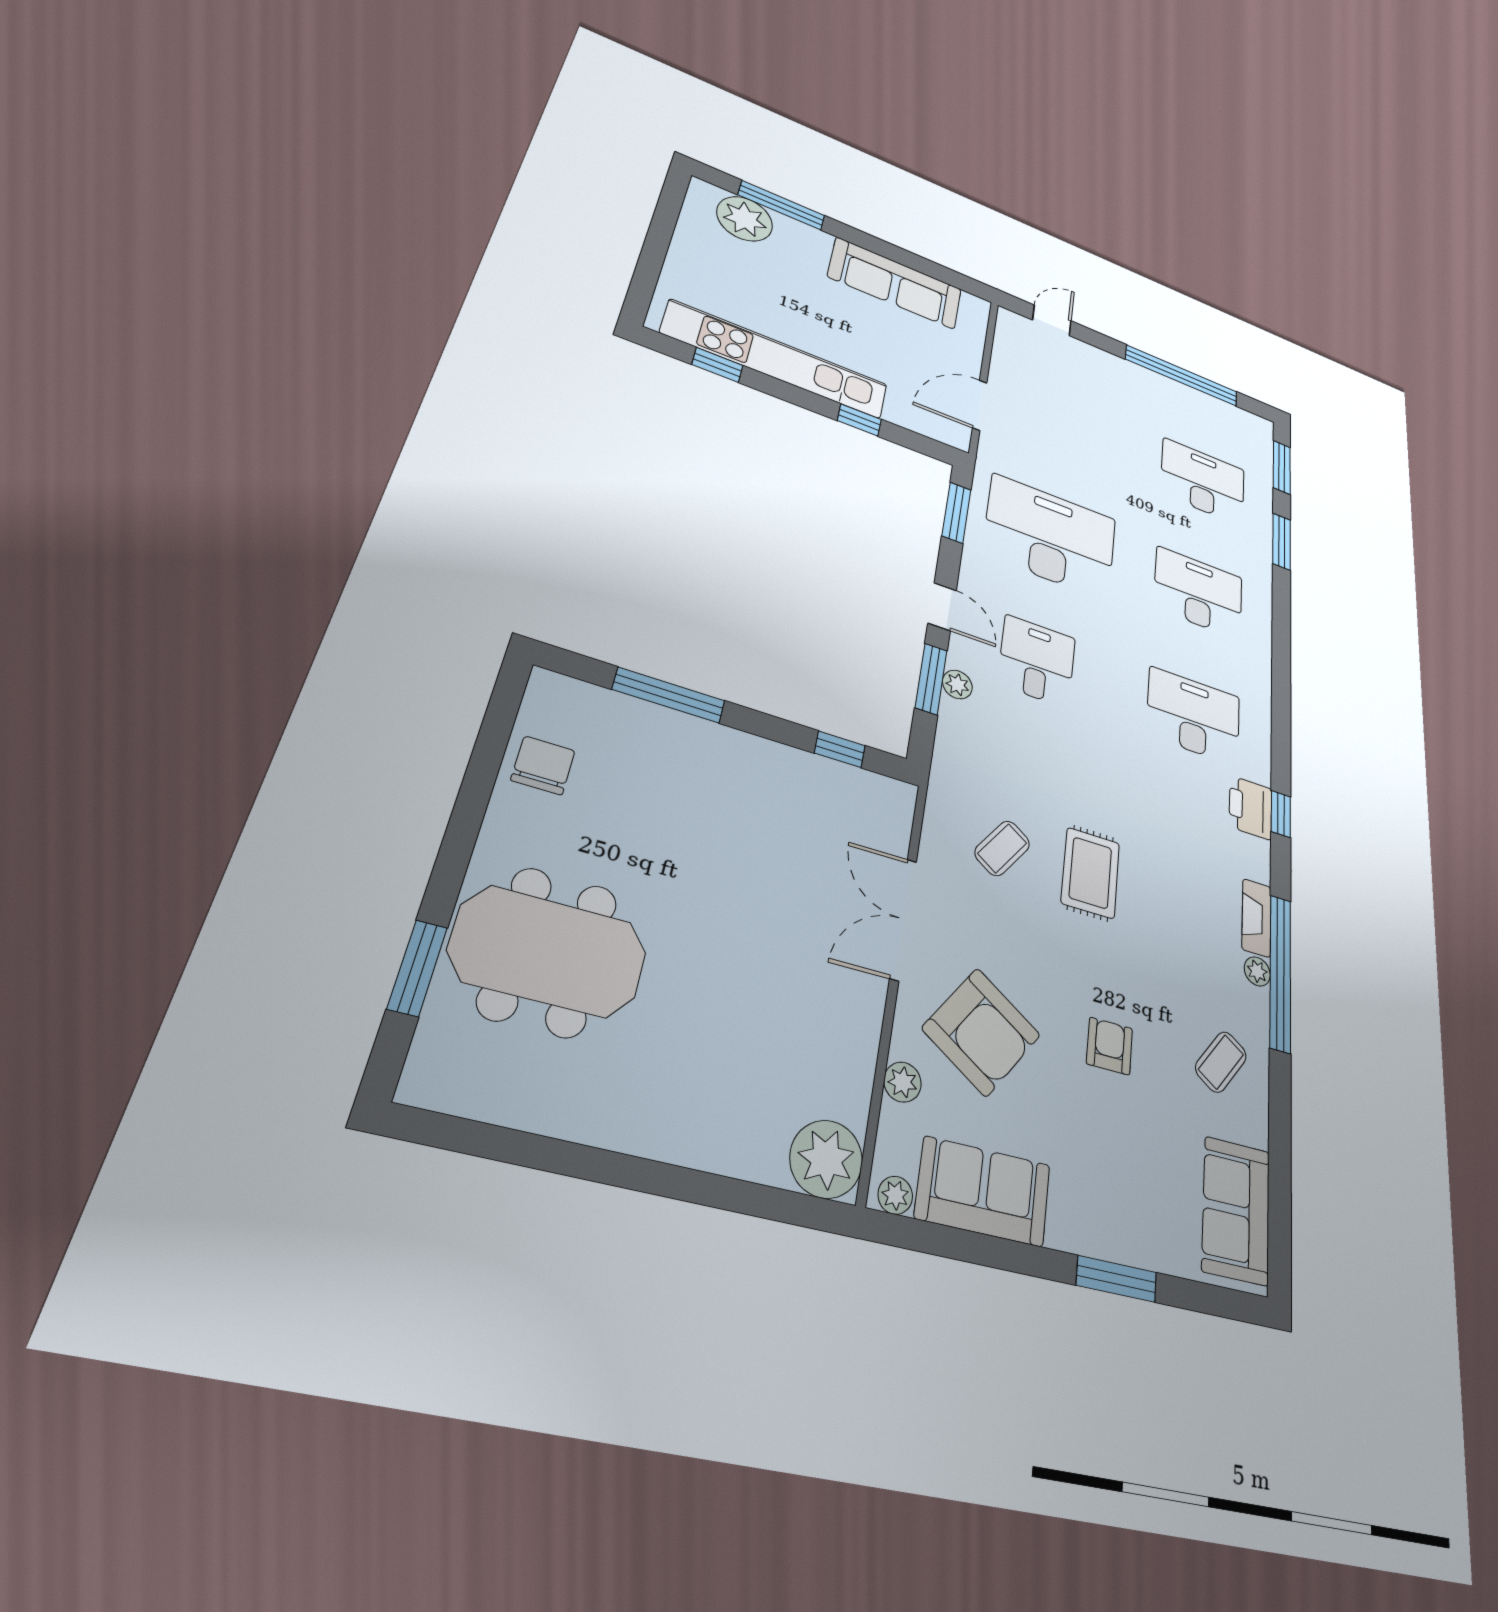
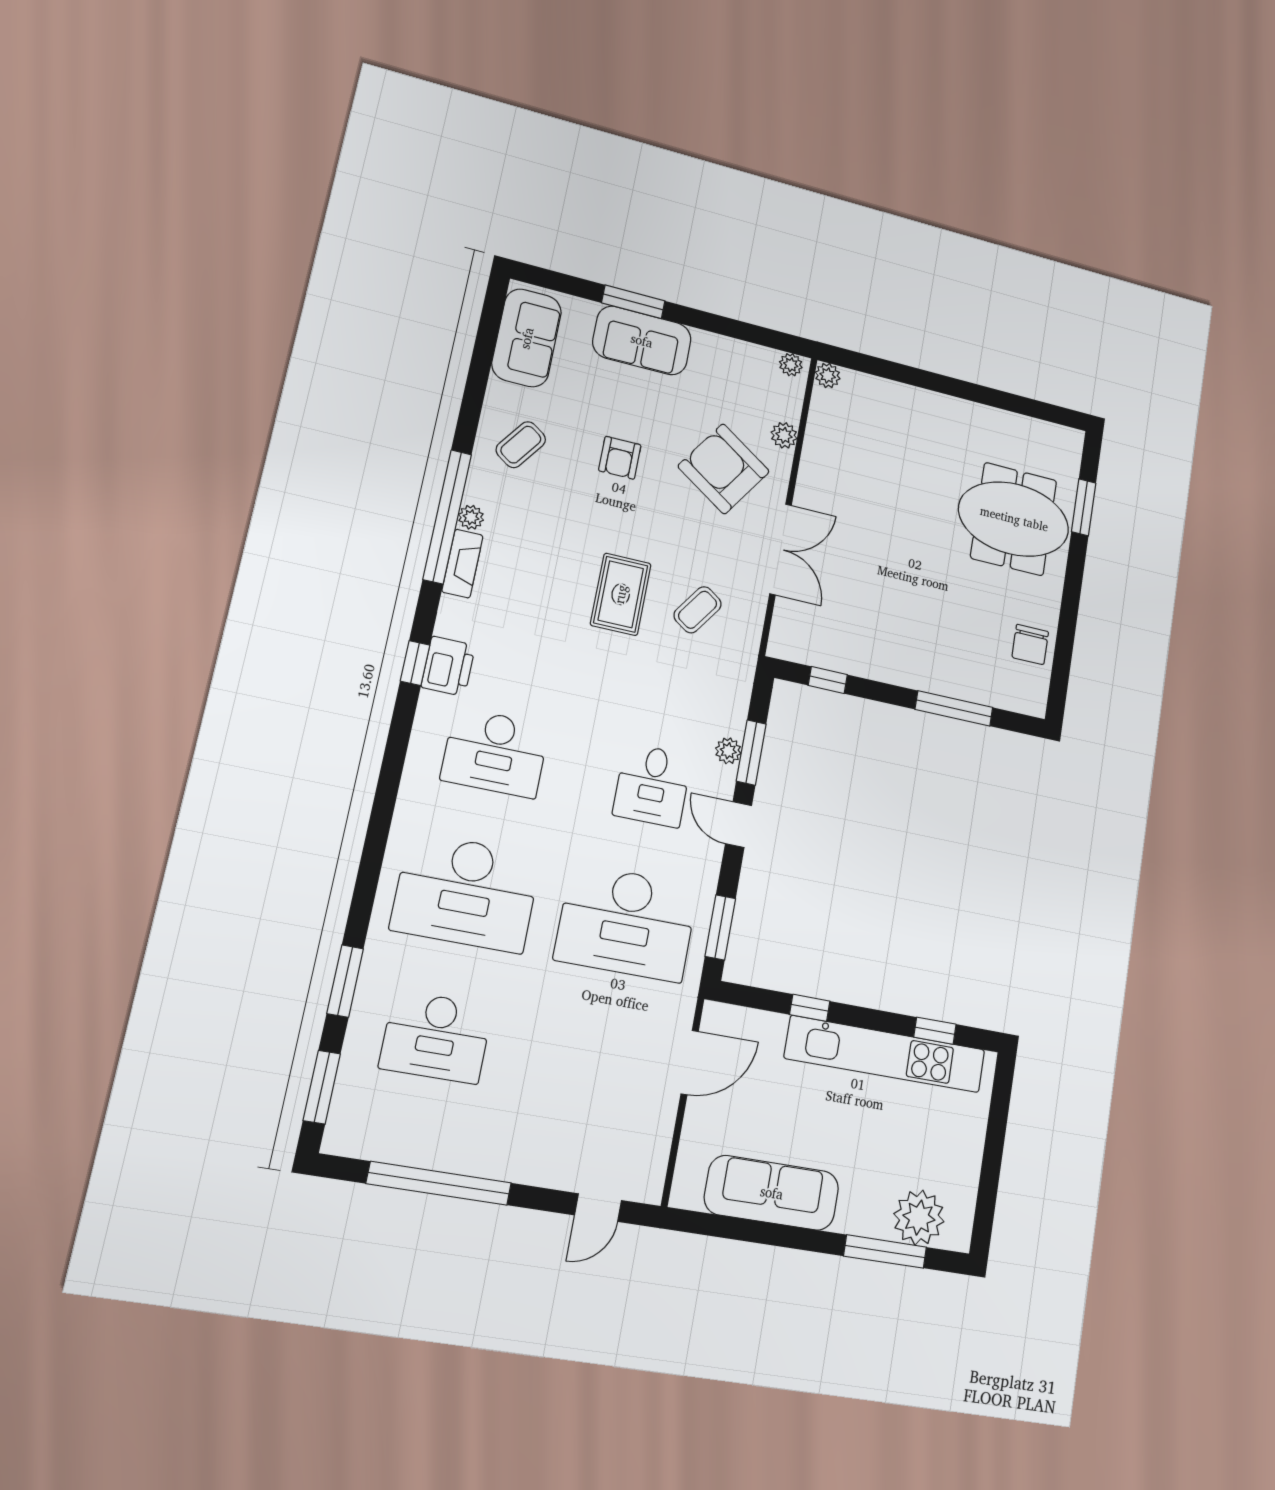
desk: (1198, 593) -> (466, 892), width x1.36, depth x1.30
plant: (826, 1159) -> (828, 375), width x0.53, depth x0.53
sofa: (983, 1191) -> (642, 341), moved

